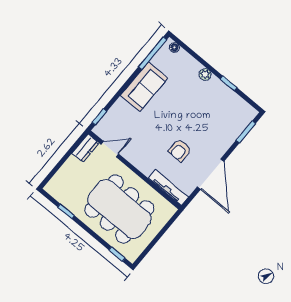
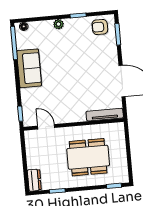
dresser: (85, 148) -> (34, 180), moved
door: (110, 149) -> (46, 127), hinge flipped
armchair: (180, 150) -> (100, 27), moved, turned 90
dining table: (119, 209) -> (88, 157), width x0.73, depth x0.80

